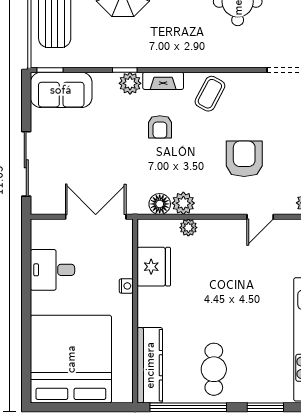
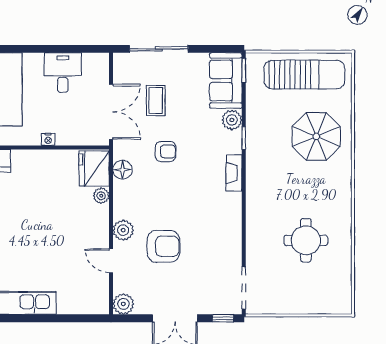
plant: (130, 83) -> (232, 120), moved
coffee table: (210, 94) -> (156, 100), moved, turned 62
armchair: (160, 127) -> (166, 151), moved, turned 180
plant: (183, 203) -> (123, 230), moved
fridge: (154, 267) -> (94, 169), moved, turned 90

